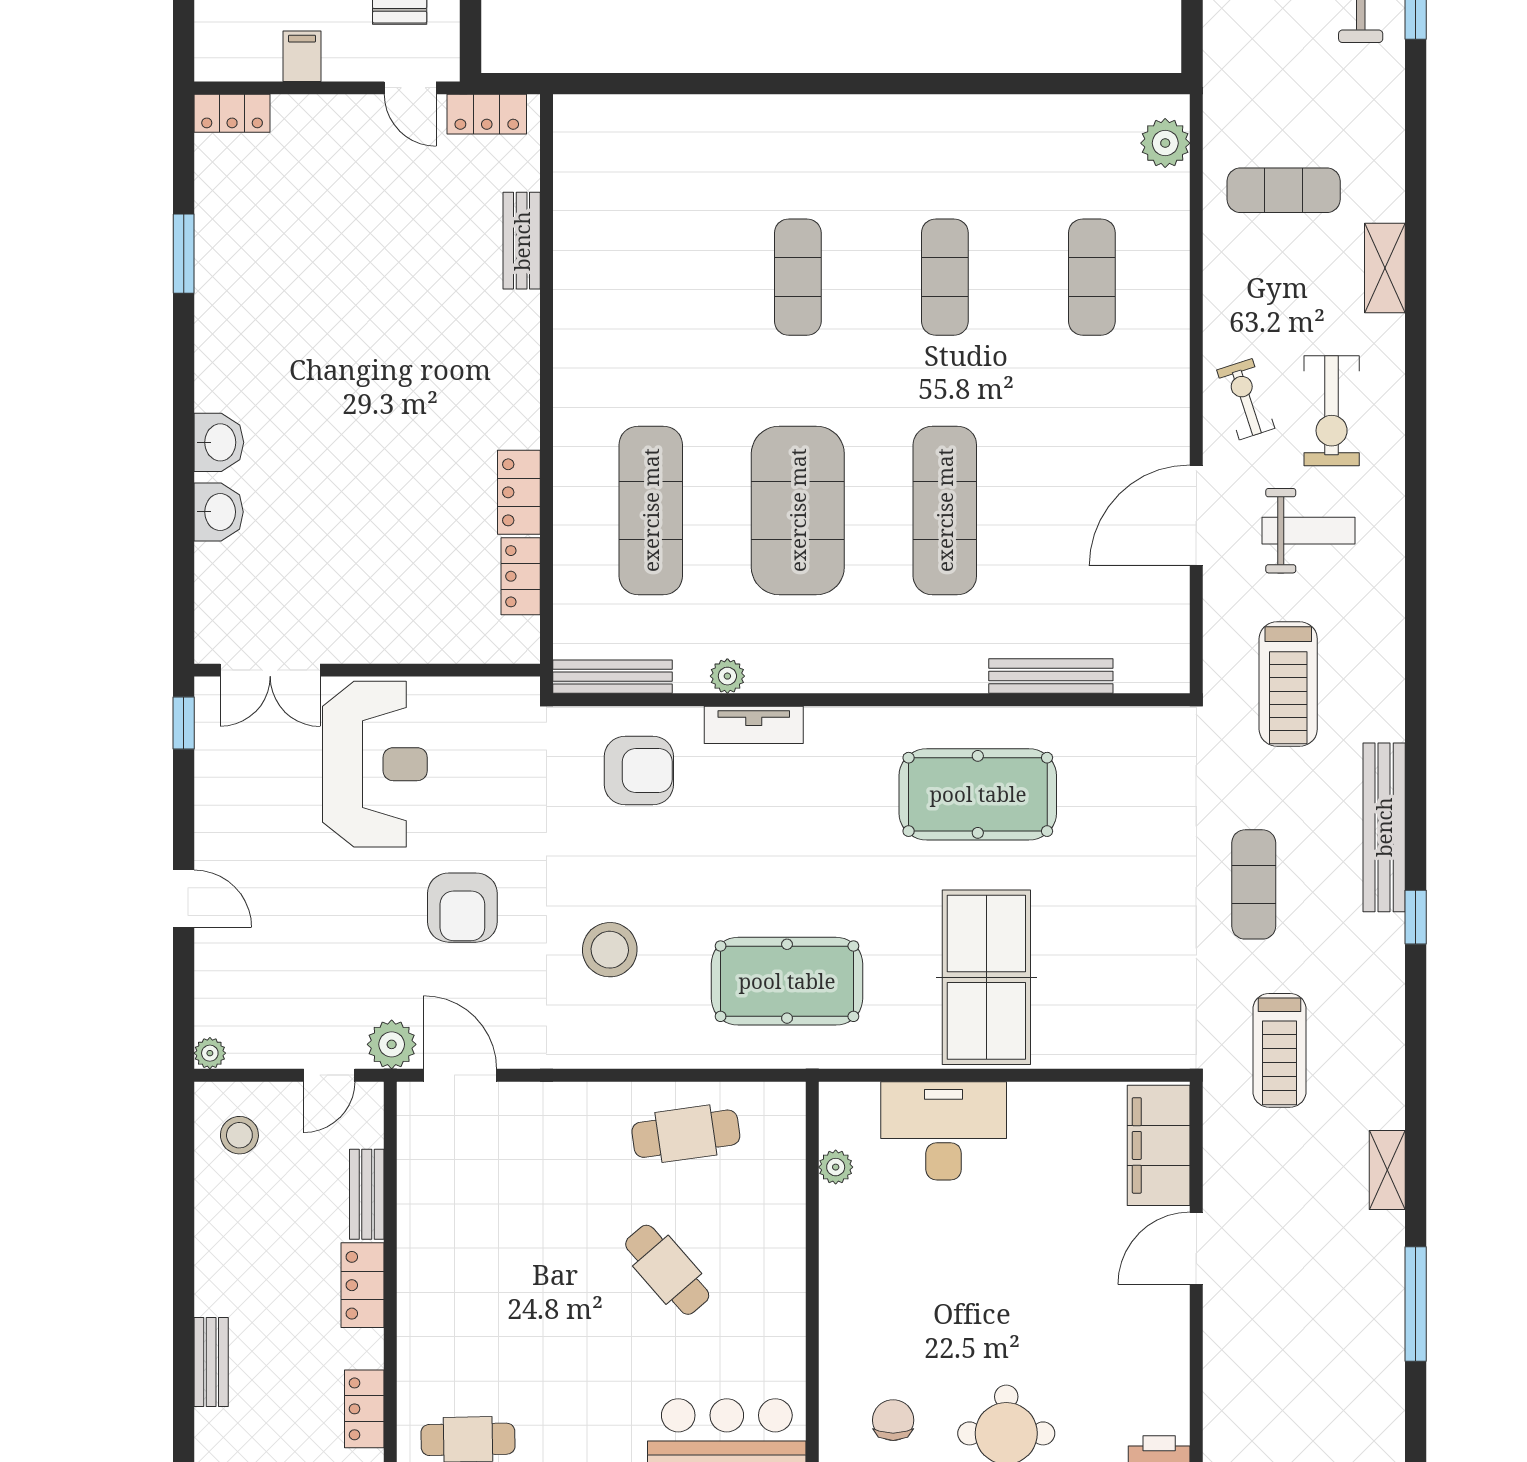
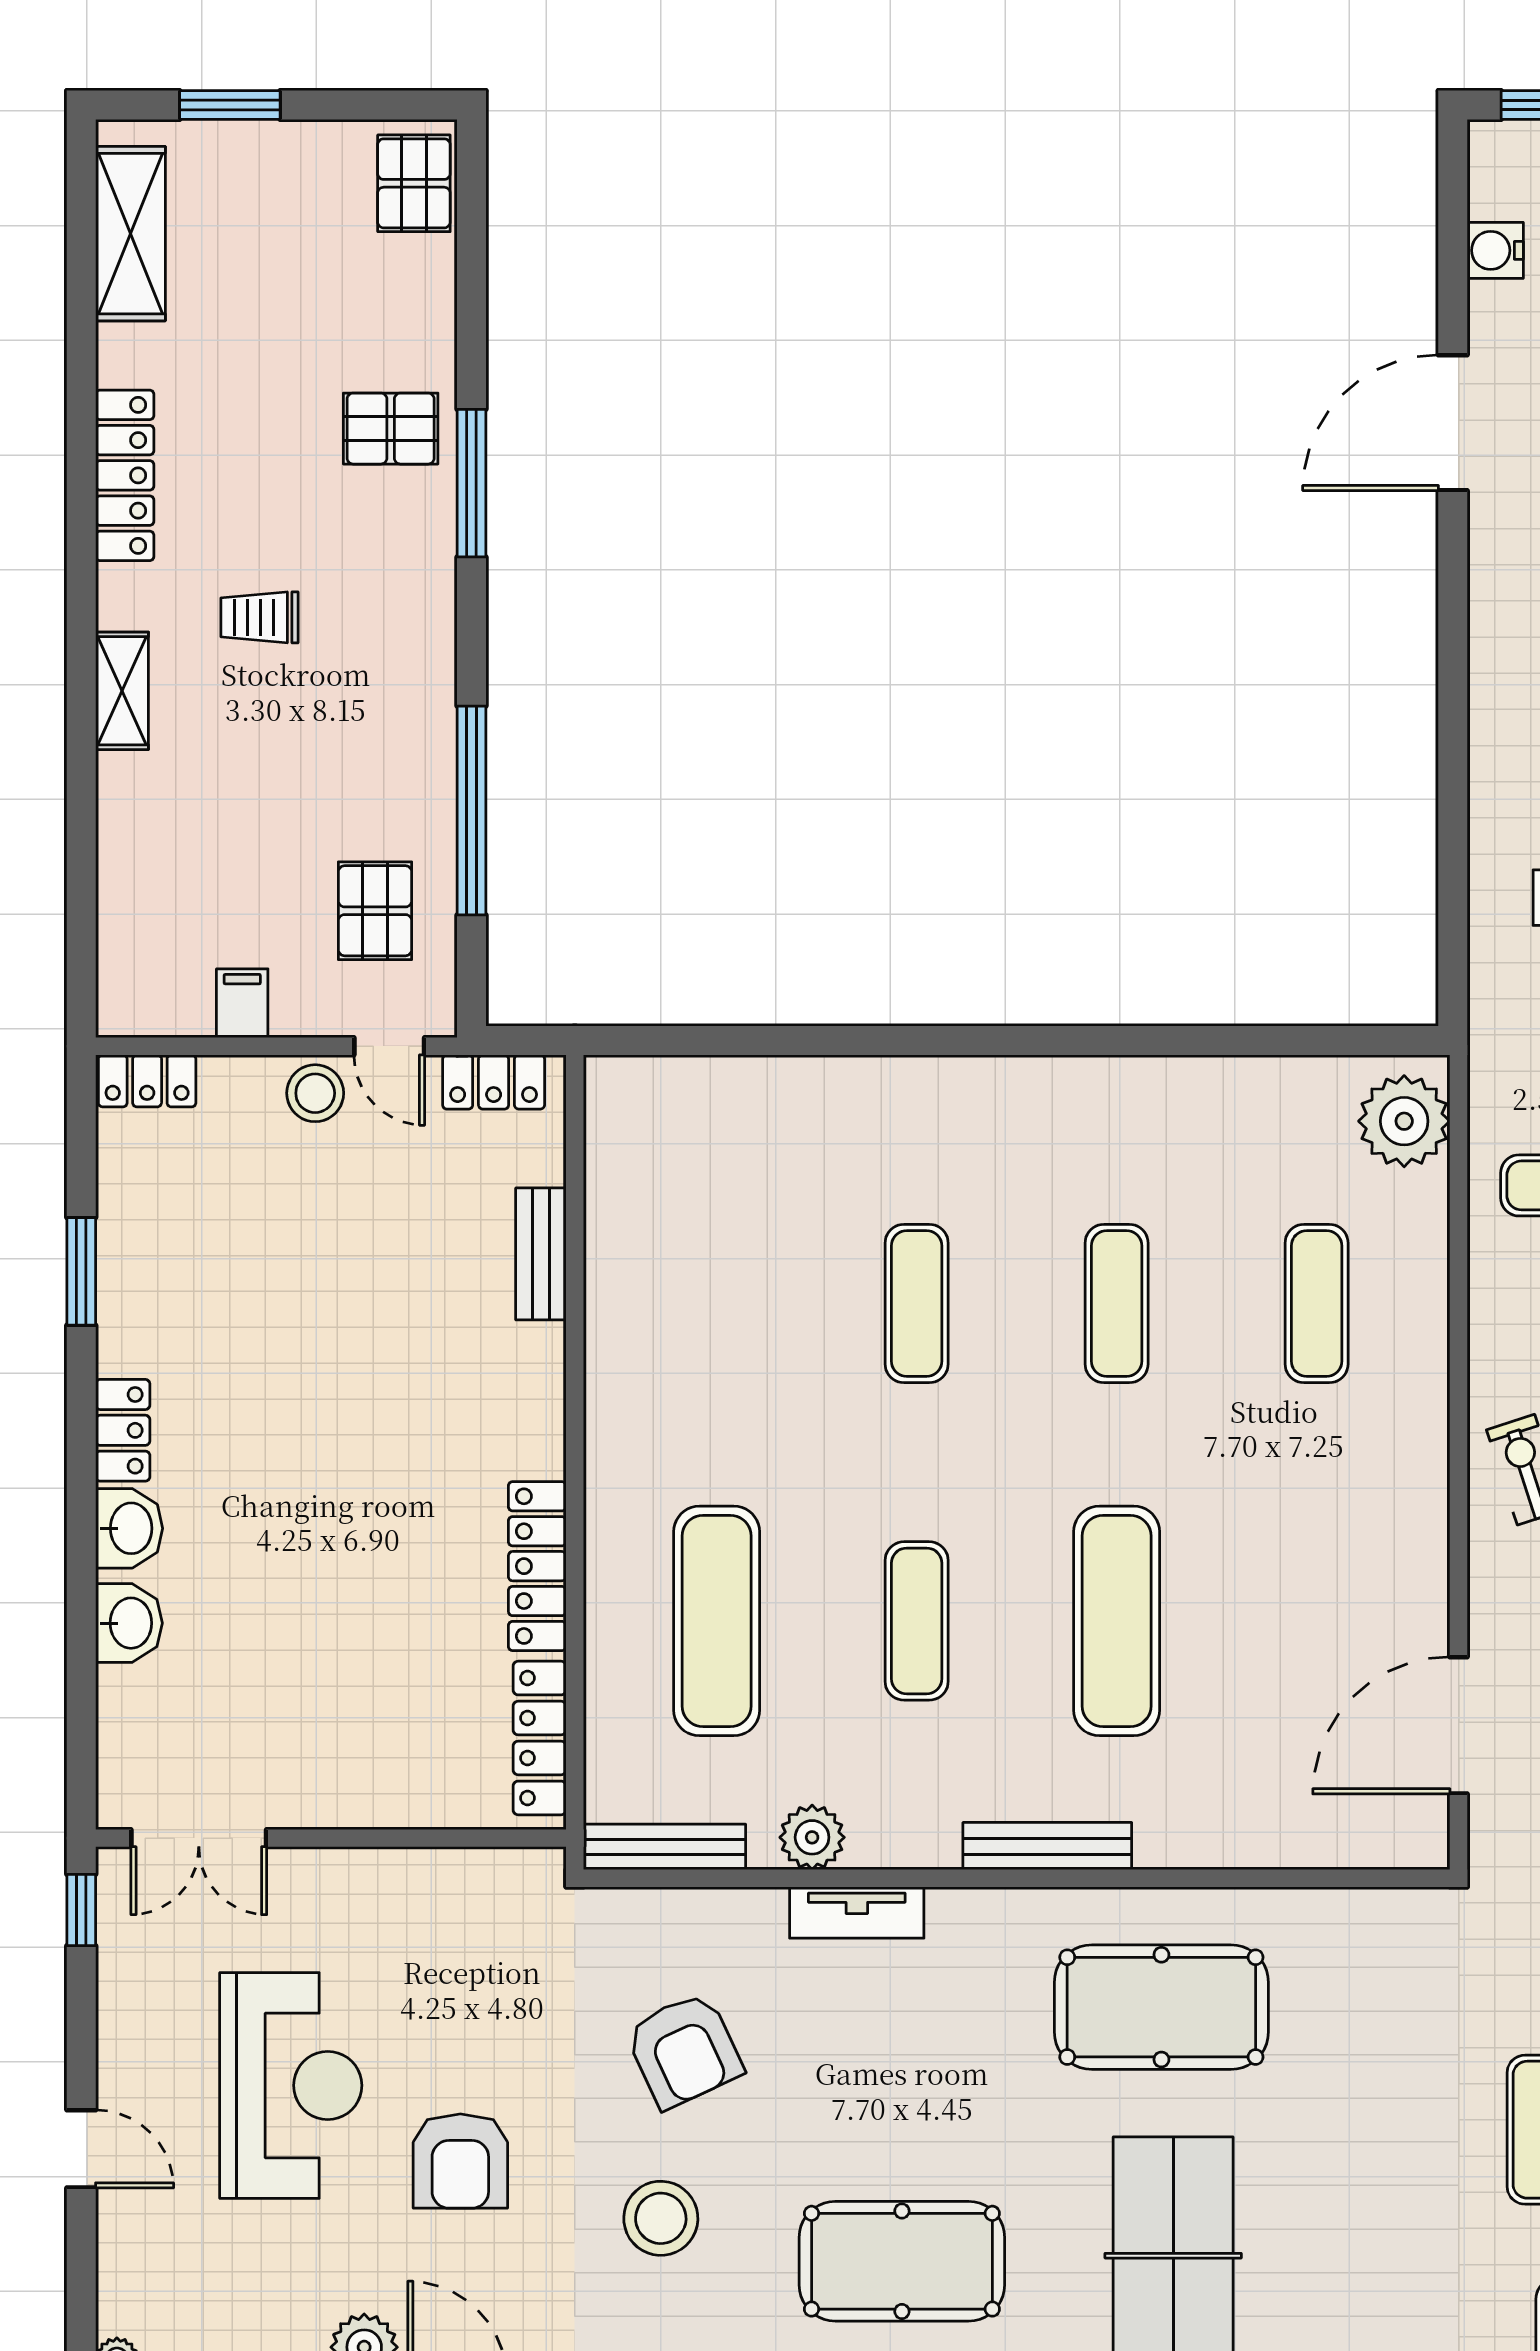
stool: (356, 122) -> (315, 1093), added
plant: (1165, 143) -> (1404, 1121), width x1.36, depth x1.36
locker: (214, 370) -> (123, 1430), added
locker: (519, 492) -> (537, 1566), width x1.53
exercise mat: (798, 510) -> (917, 1621), width x0.50, depth x0.69
door: (1196, 515) -> (1459, 1725), moved
locker: (521, 576) -> (540, 1738), width x1.53
plant: (727, 676) -> (812, 1837), width x1.38, depth x1.38
bench: (1051, 676) -> (1047, 1846), moved
reception desk: (375, 764) -> (291, 2085), moved
armchair: (639, 770) -> (684, 2050), moved, turned 65

